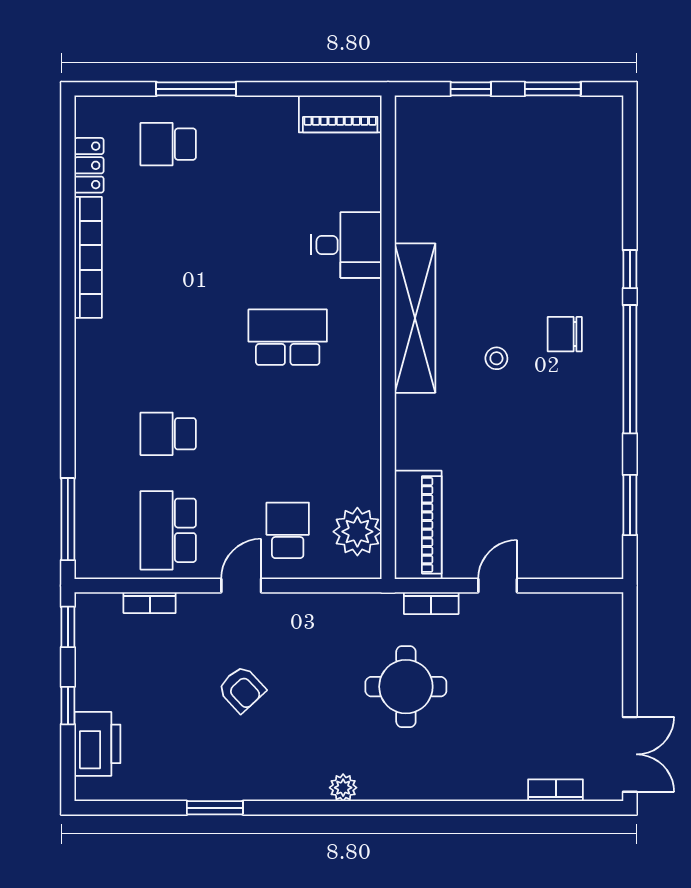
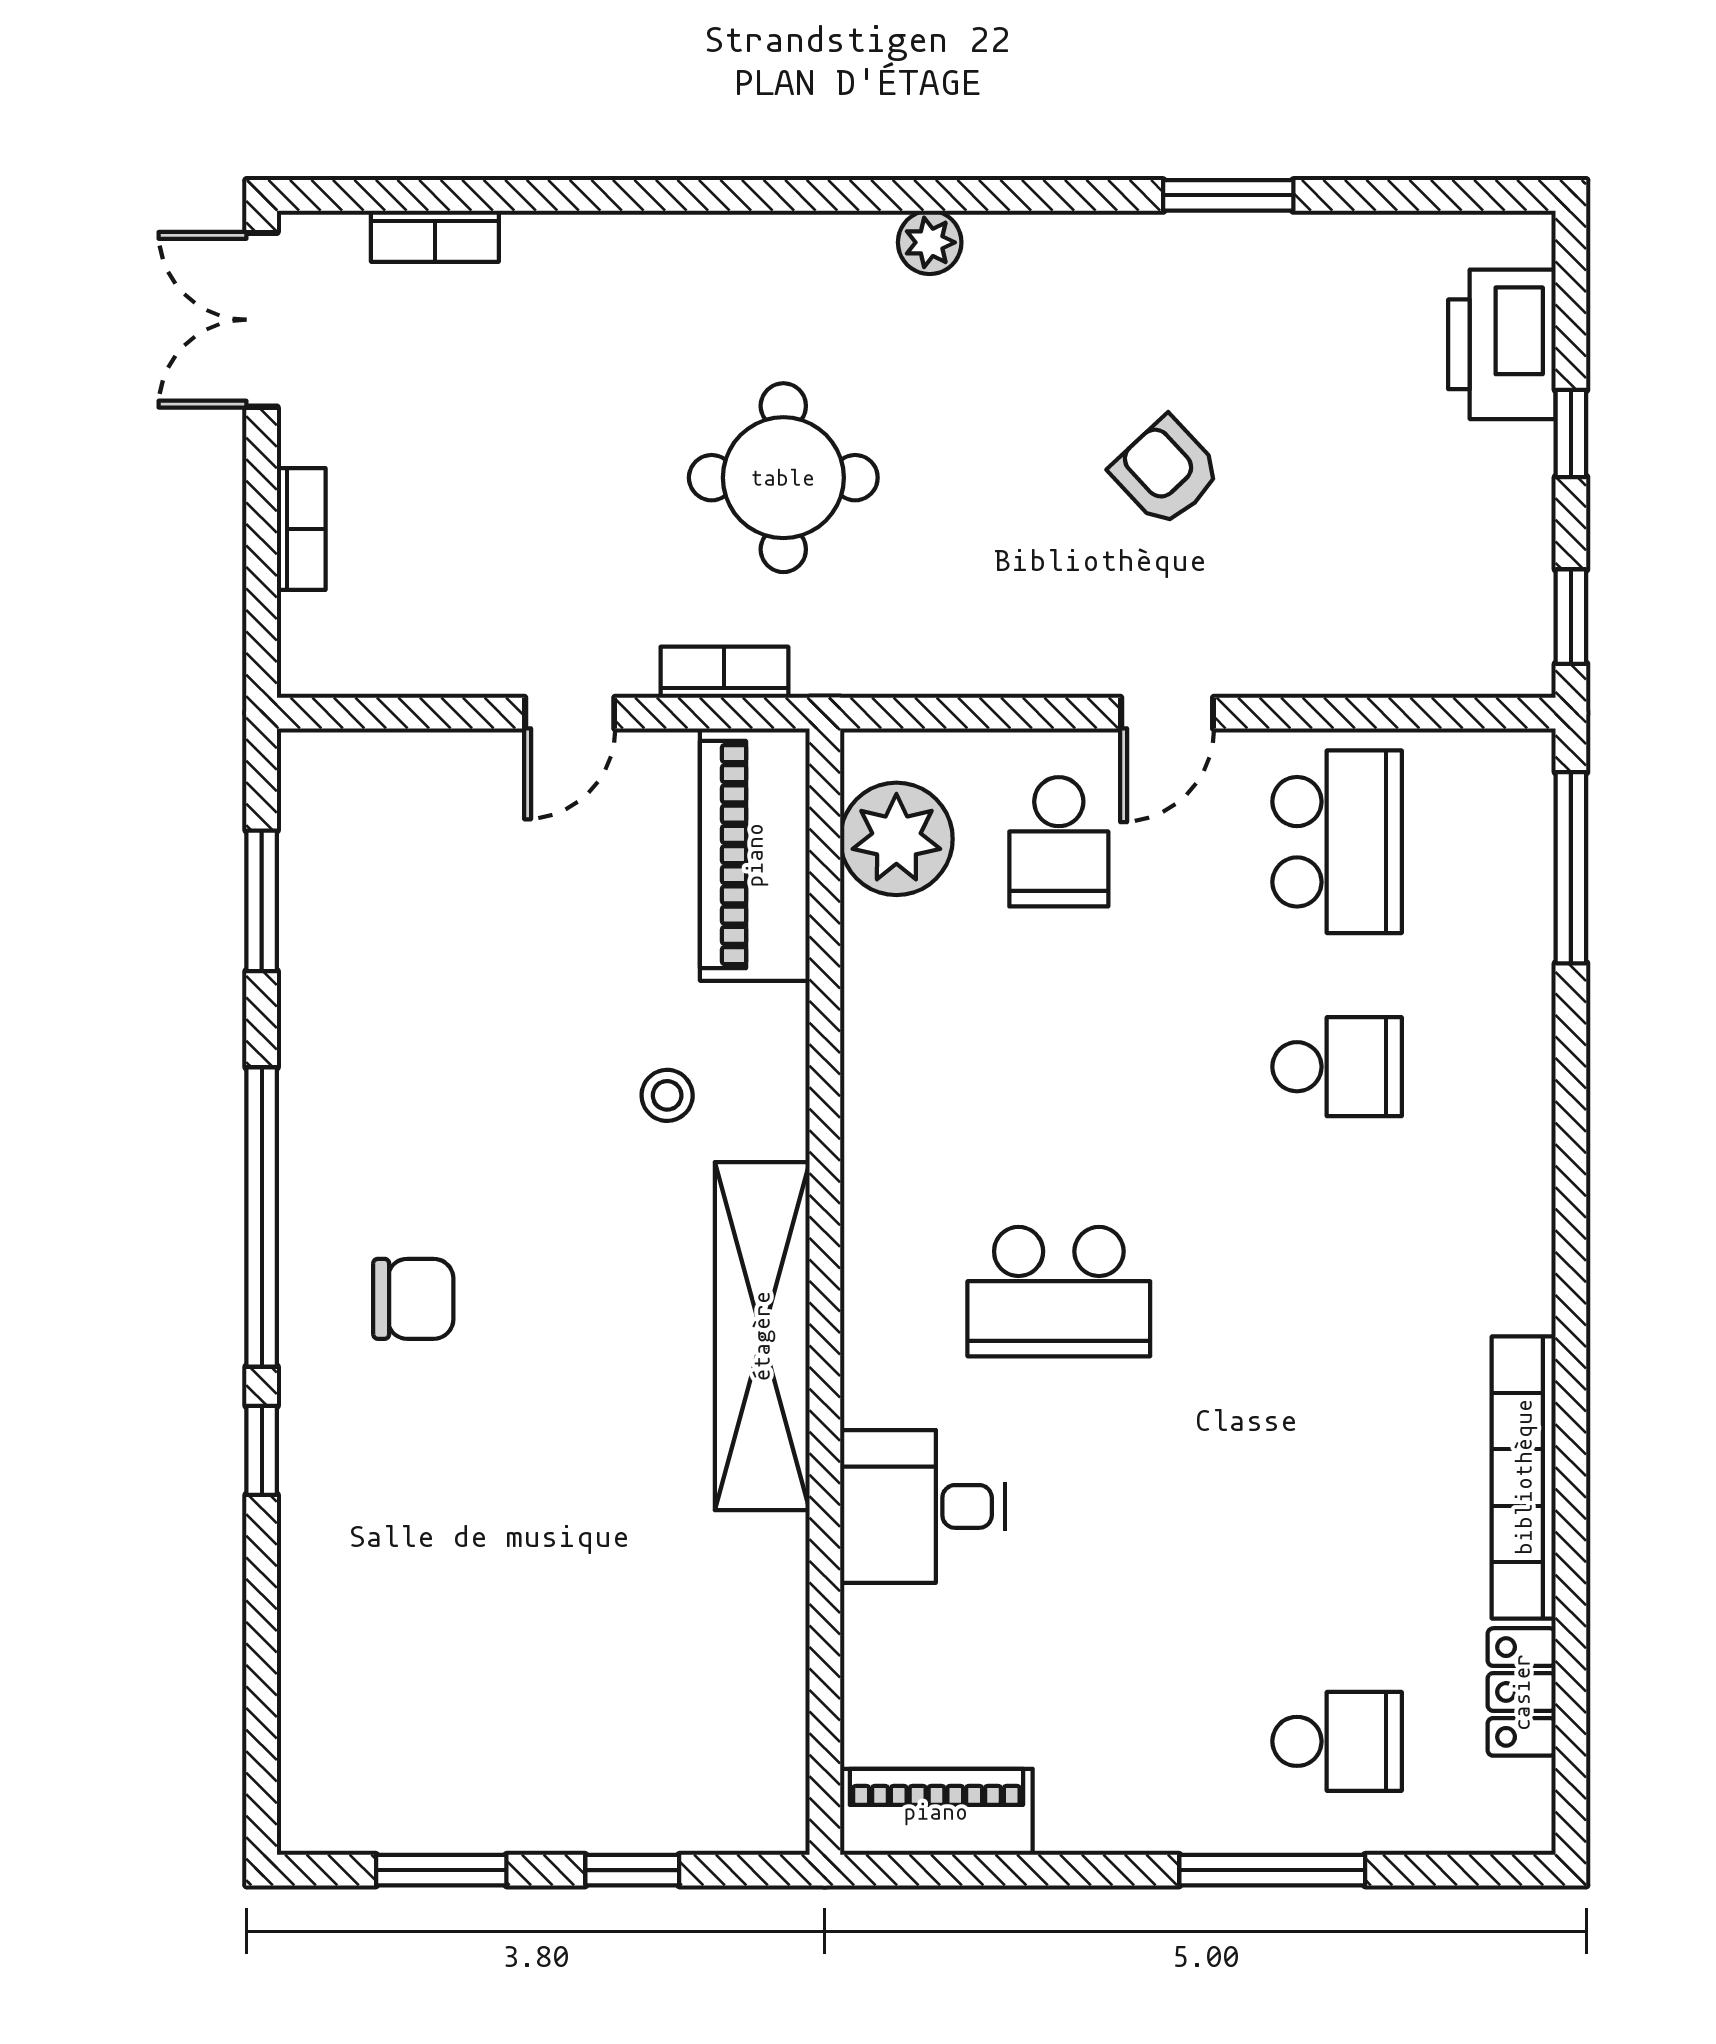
stool: (496, 358) -> (667, 1095), moved
bookcase: (150, 603) -> (301, 529), moved, turned 90

